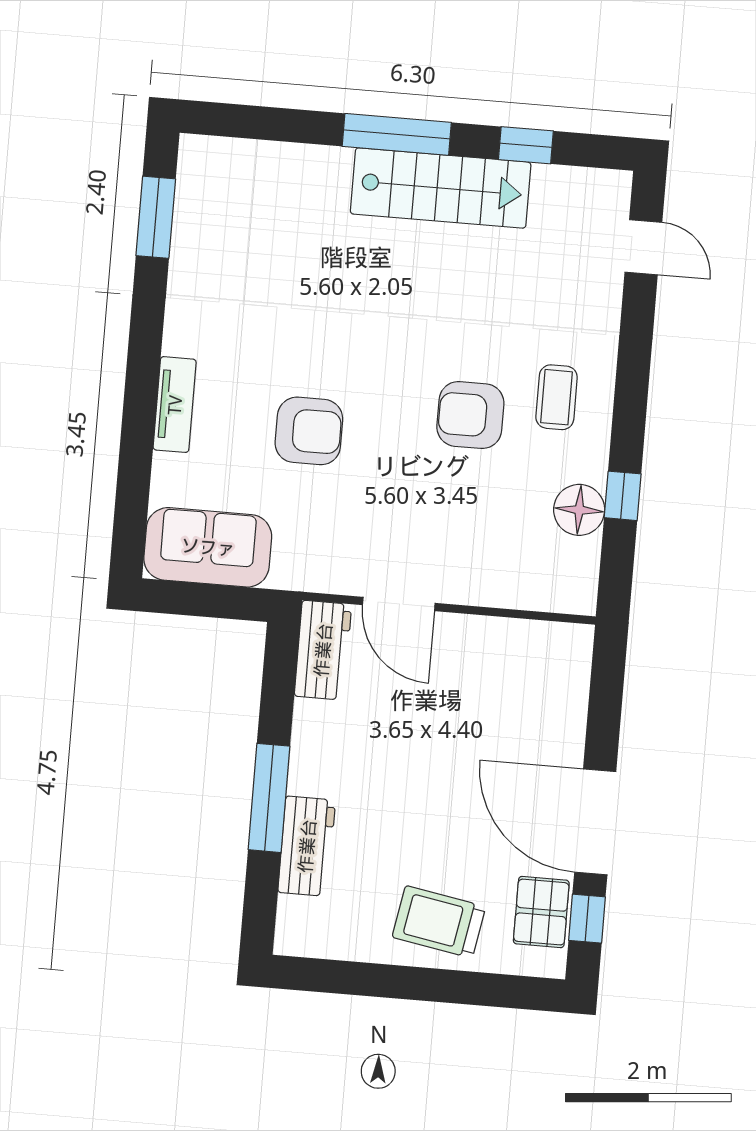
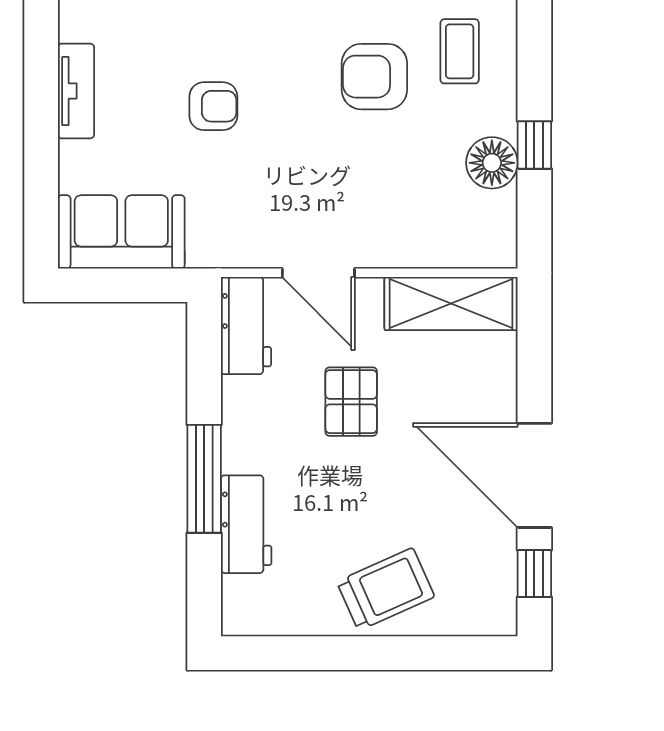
armchair: (309, 431) -> (213, 106), width x0.72, depth x0.72
shelving: (527, 645) -> (451, 304), added
pallet: (541, 912) -> (351, 402), moved
trolley: (439, 922) -> (386, 589), turned 146

